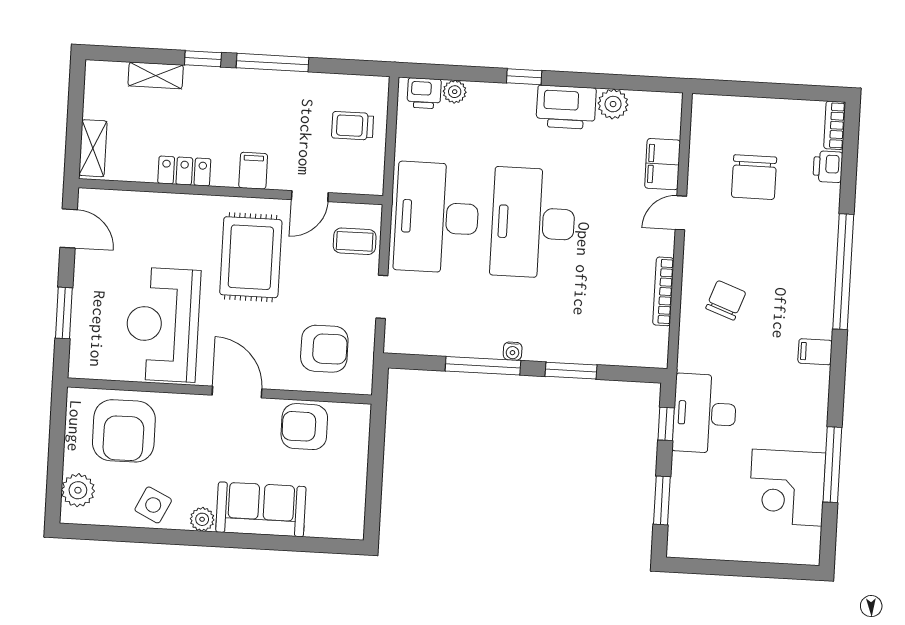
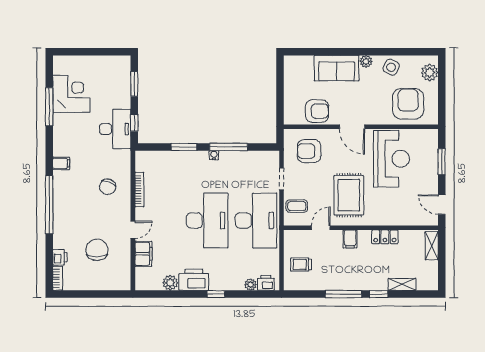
trolley: (353, 126) -> (301, 264), turned 180

